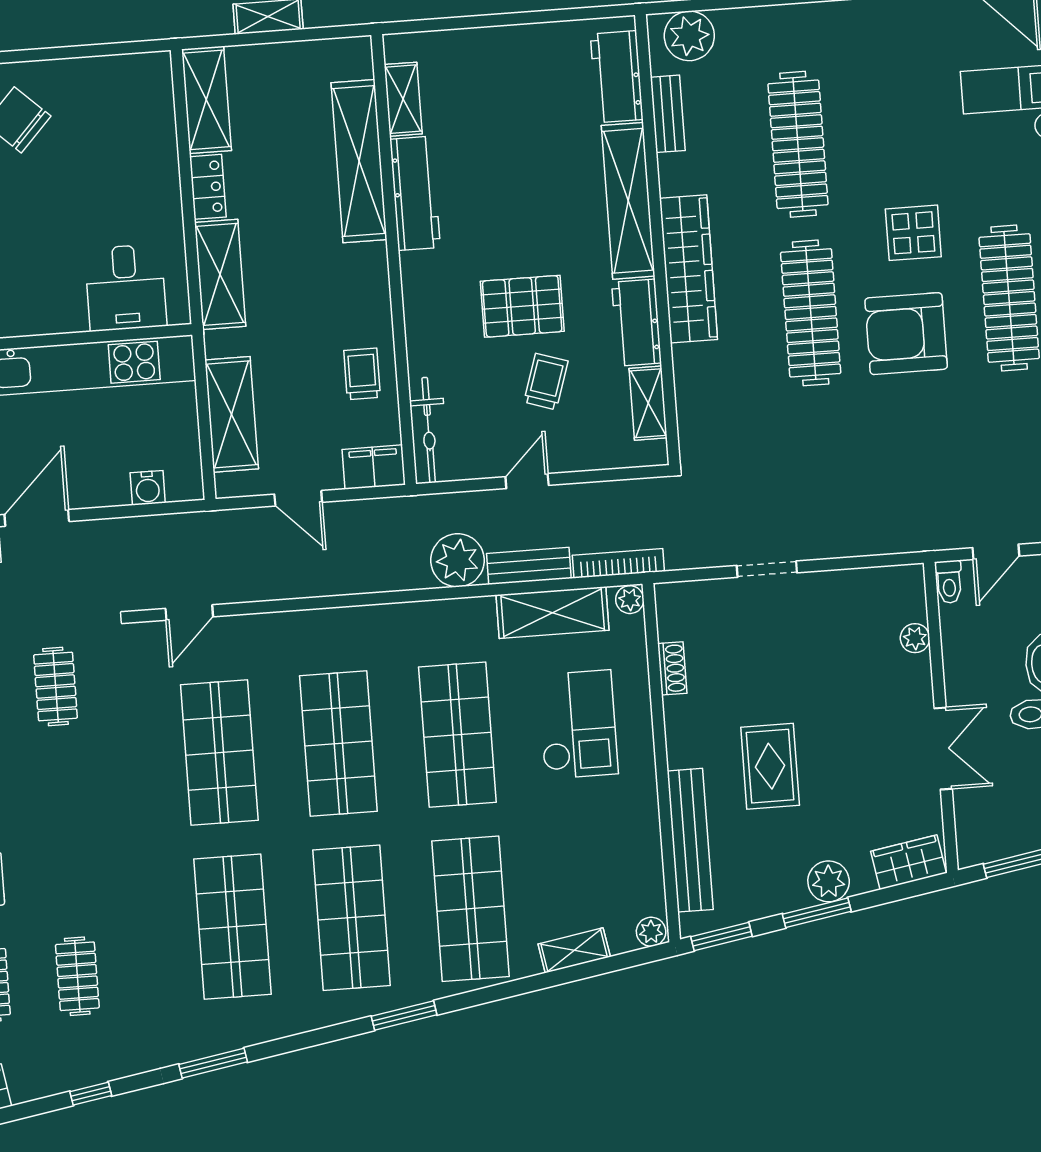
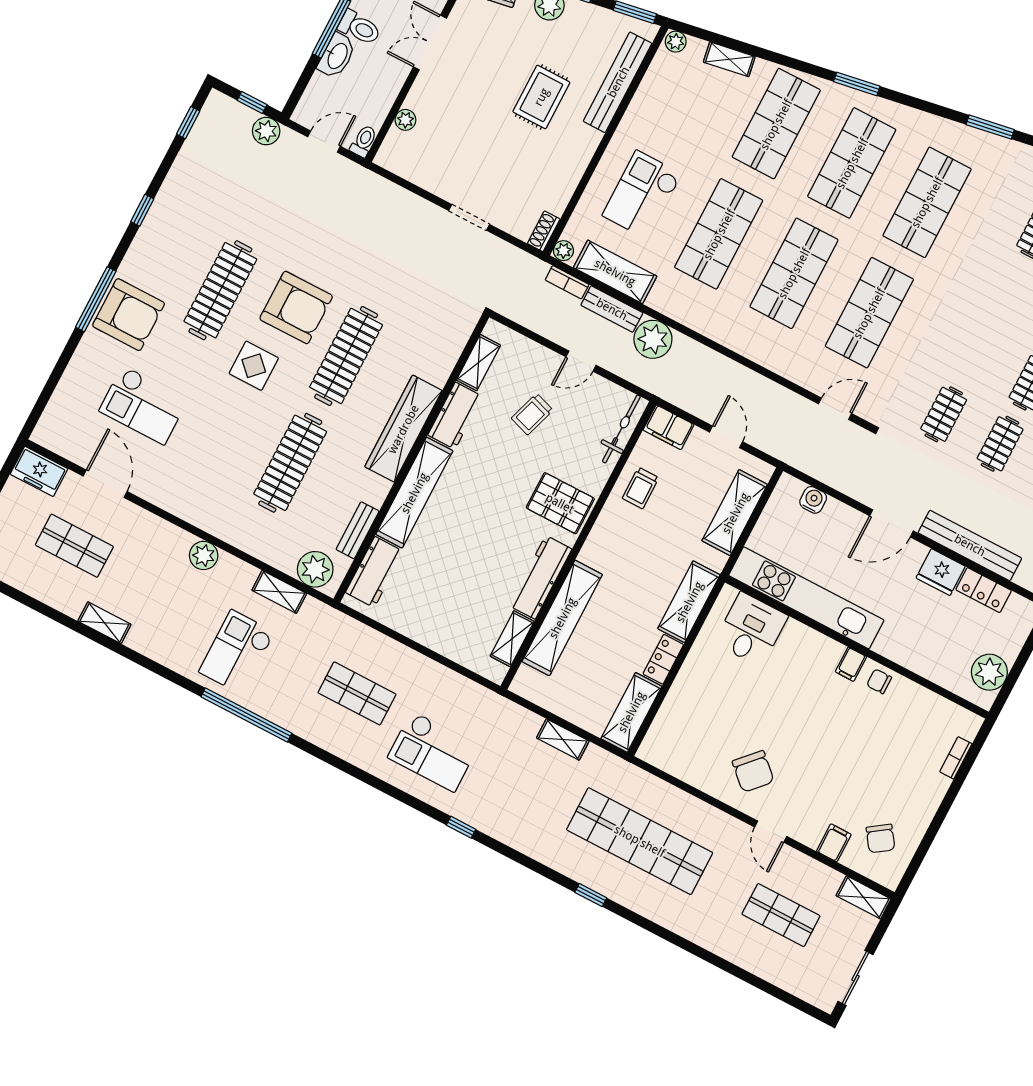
pallet: (522, 306) -> (560, 503), moved
bookcase: (618, 563) -> (567, 282), width x0.64
shoe rack: (672, 668) -> (544, 231), moved

